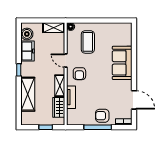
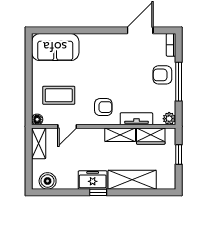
freezer: (27, 51) -> (93, 180), moved
door: (66, 61) -> (67, 126), moved
sofa: (122, 63) -> (55, 47), moved
armchair: (102, 116) -> (162, 75), turned 90
plant: (71, 121) -> (169, 119), added

